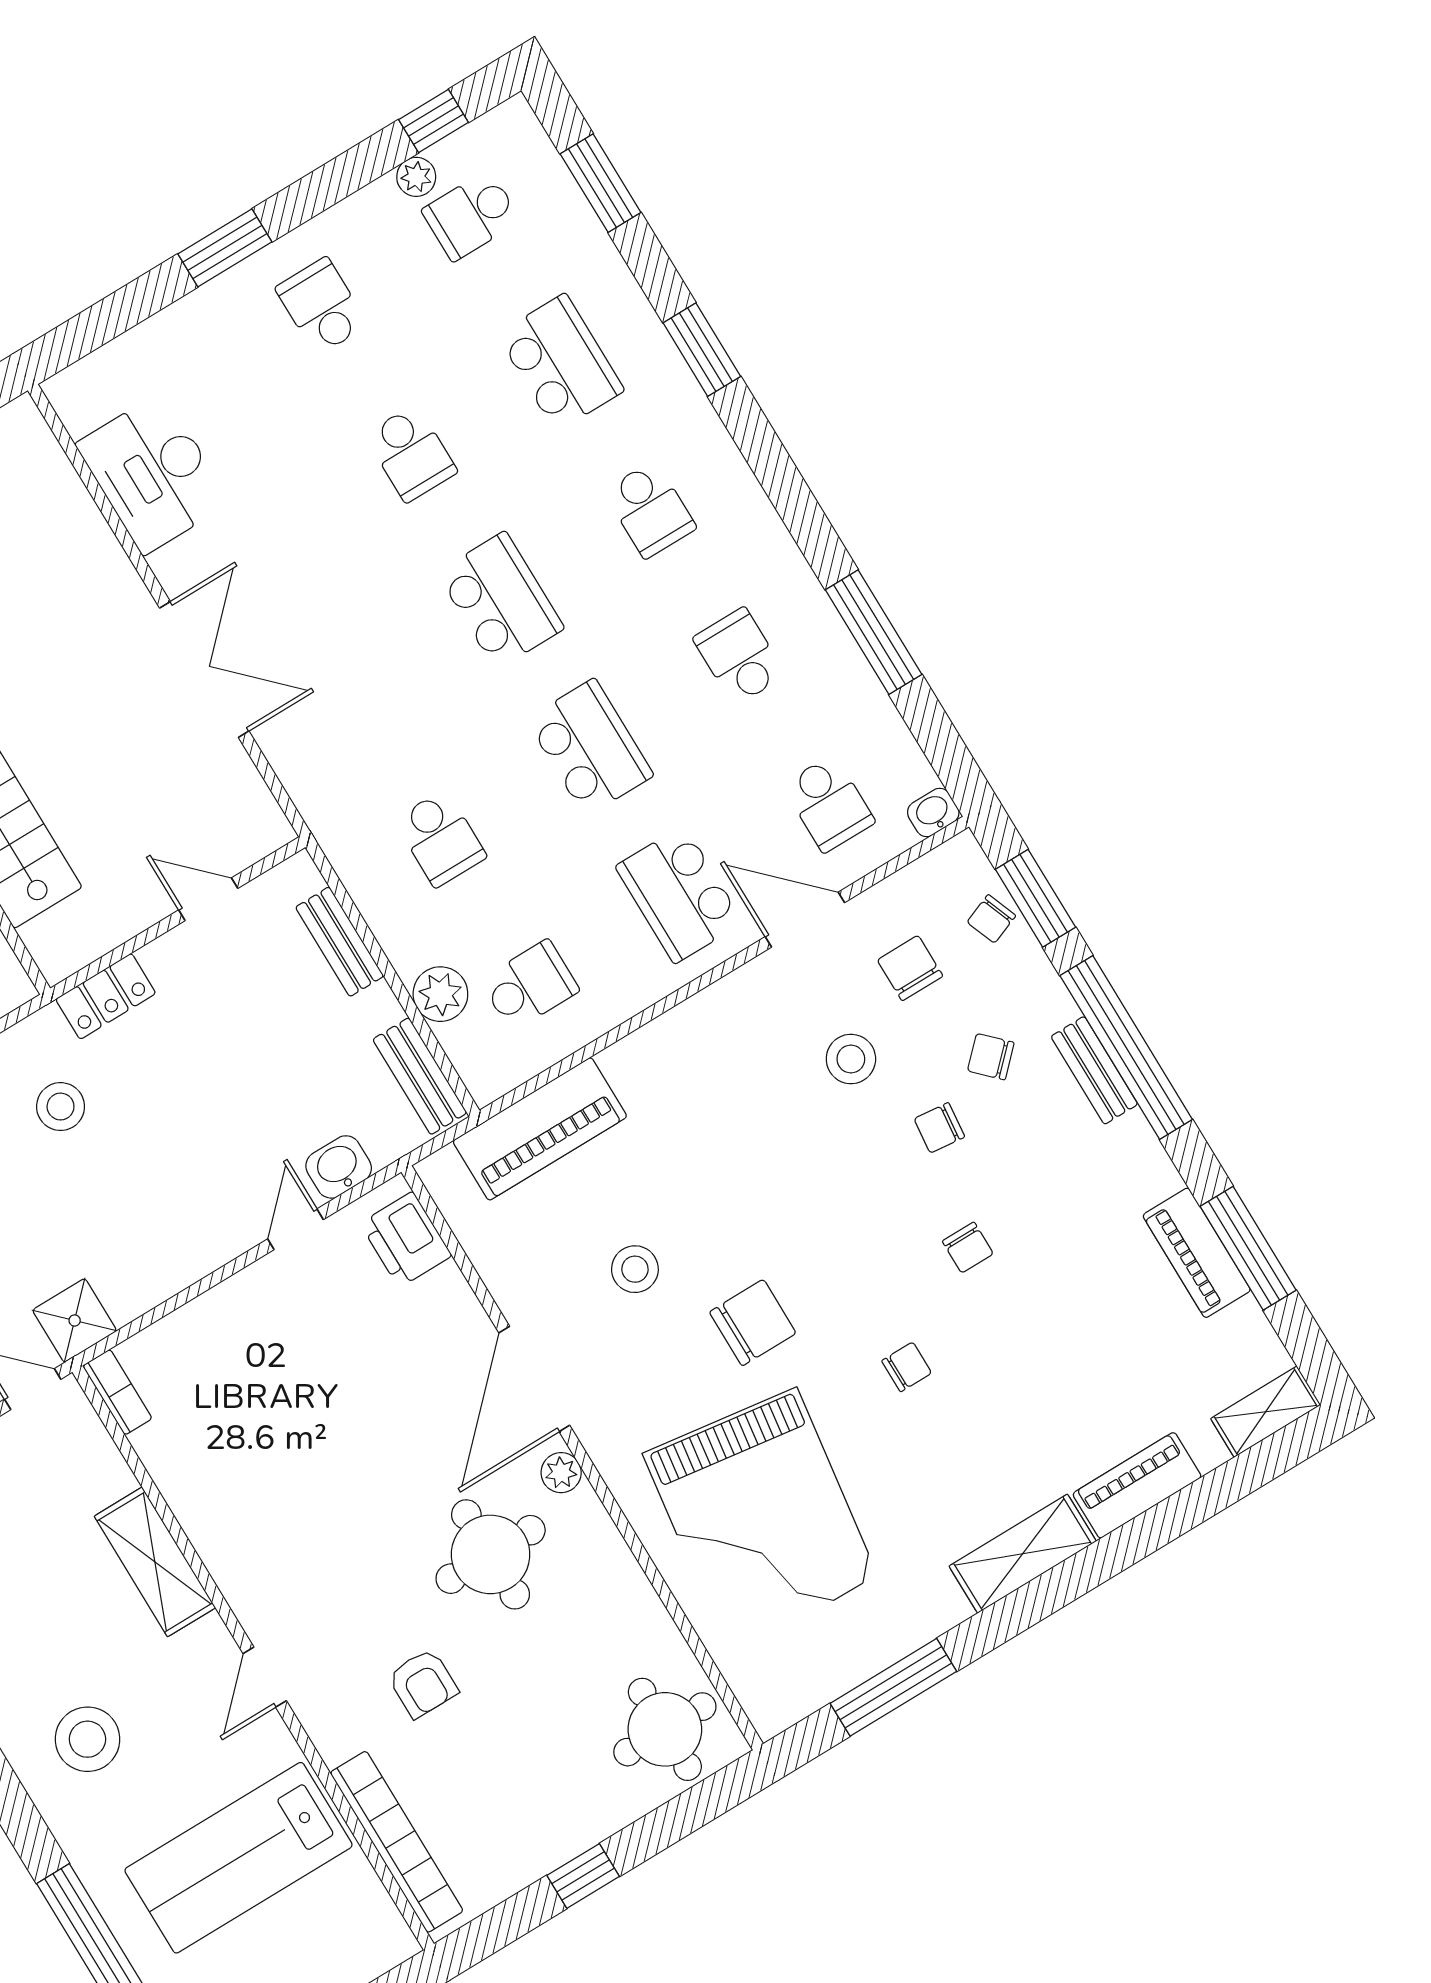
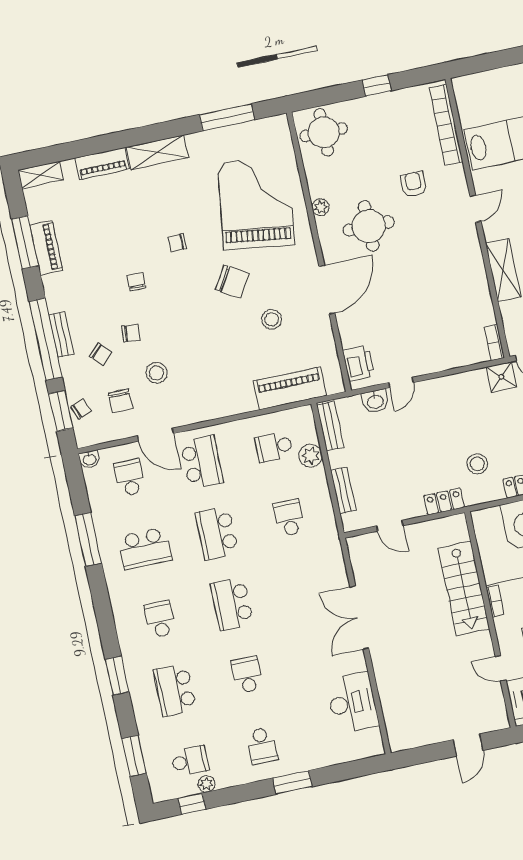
school desk: (739, 657) -> (145, 548), width x1.85
chair: (753, 1323) -> (232, 282), turned -148
plant: (561, 1473) -> (320, 207), moved

